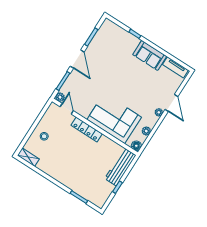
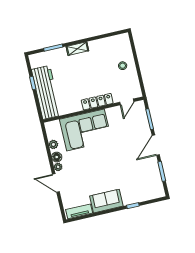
door: (77, 59) -> (156, 145), hinge flipped
plant: (60, 97) -> (140, 105), removed
door: (67, 109) -> (127, 102), hinge flipped
floor lamp: (136, 146) -> (57, 157), moved
shelving: (28, 157) -> (77, 49), moved
workbench: (120, 167) -> (46, 92), width x1.36, depth x1.32

